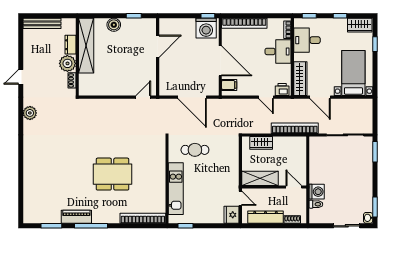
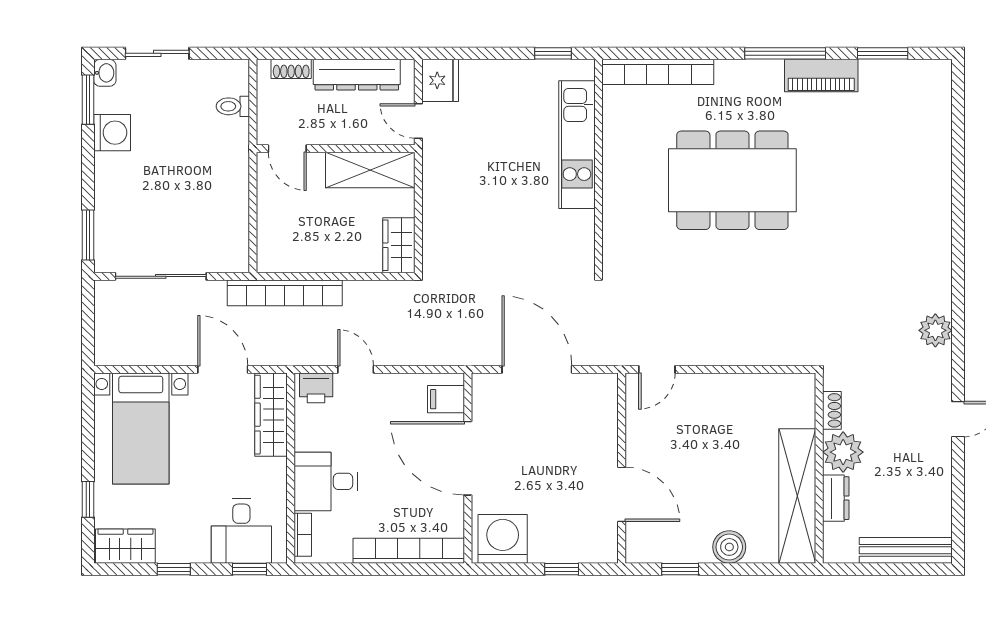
window: (208, 16) -> (562, 569), moved
desk: (307, 40) -> (241, 531), moved, turned 90
door: (158, 46) -> (622, 494), swing flipped
wardrobe: (261, 143) -> (399, 245), moved, turned -90
cafe table: (195, 150) -> (530, 240), removed
dining table: (113, 174) -> (732, 180), width x1.36, depth x1.24
washing machine: (317, 192) -> (112, 133), moved, turned 180

